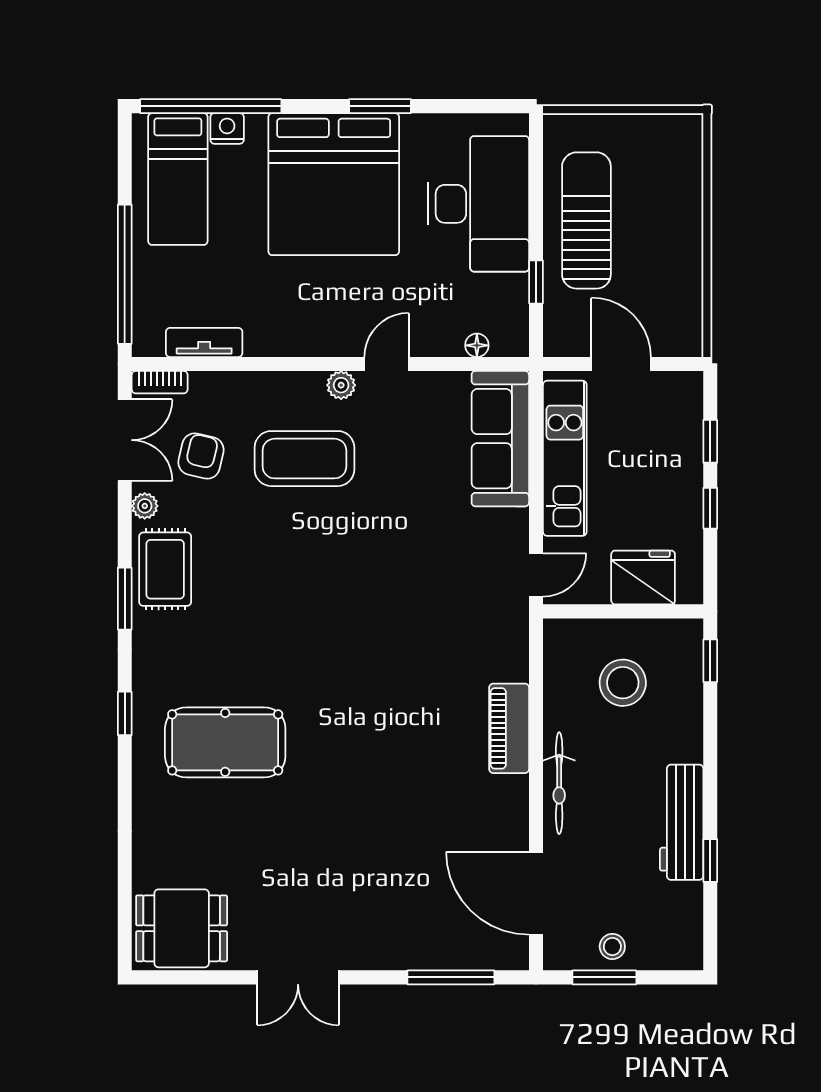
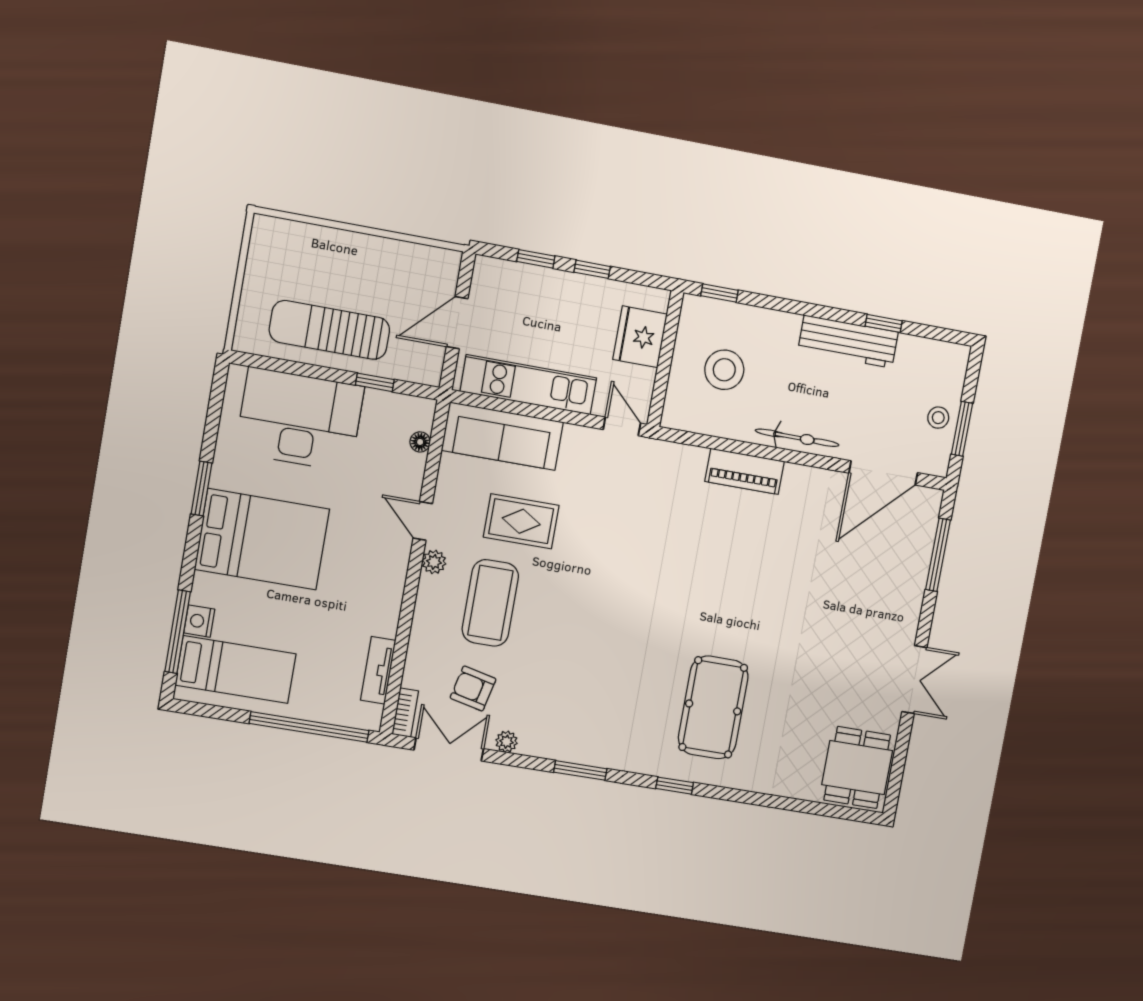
window: (211, 106) -> (178, 632), width x0.68
bed: (334, 184) -> (262, 539), width x0.73
rug: (165, 569) -> (521, 521), moved

